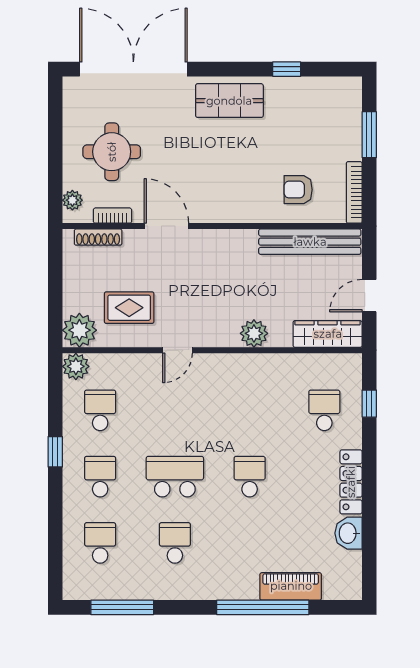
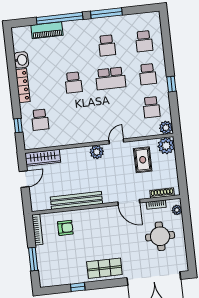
bench: (310, 242) -> (76, 200), moved
rug: (129, 308) -> (143, 160), turned 90
plant: (254, 333) -> (97, 152), moved
window: (122, 607) -> (106, 13), moved

